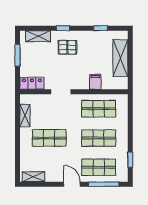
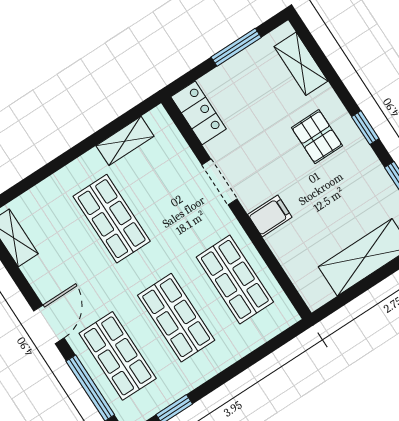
window: (63, 28) -> (365, 128), moved
filing cabinet: (95, 82) -> (270, 216), moved

